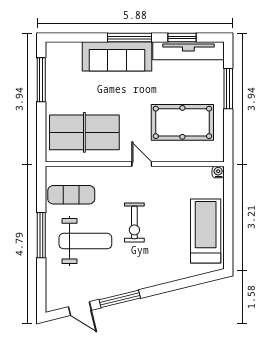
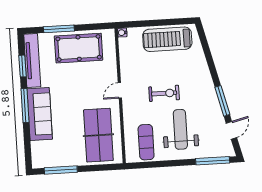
pool table: (182, 122) -> (79, 48), moved, turned 90
window: (41, 235) -> (213, 161), moved

